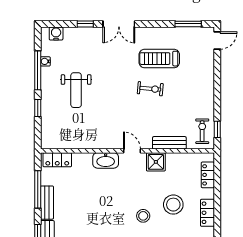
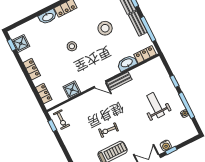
water cooler: (56, 34) -> (166, 146), moved
bench: (169, 143) -> (119, 81), moved
washbasin: (106, 160) -> (127, 63), moved
shower: (156, 162) -> (72, 90), moved
stool: (173, 205) -> (105, 28), moved

